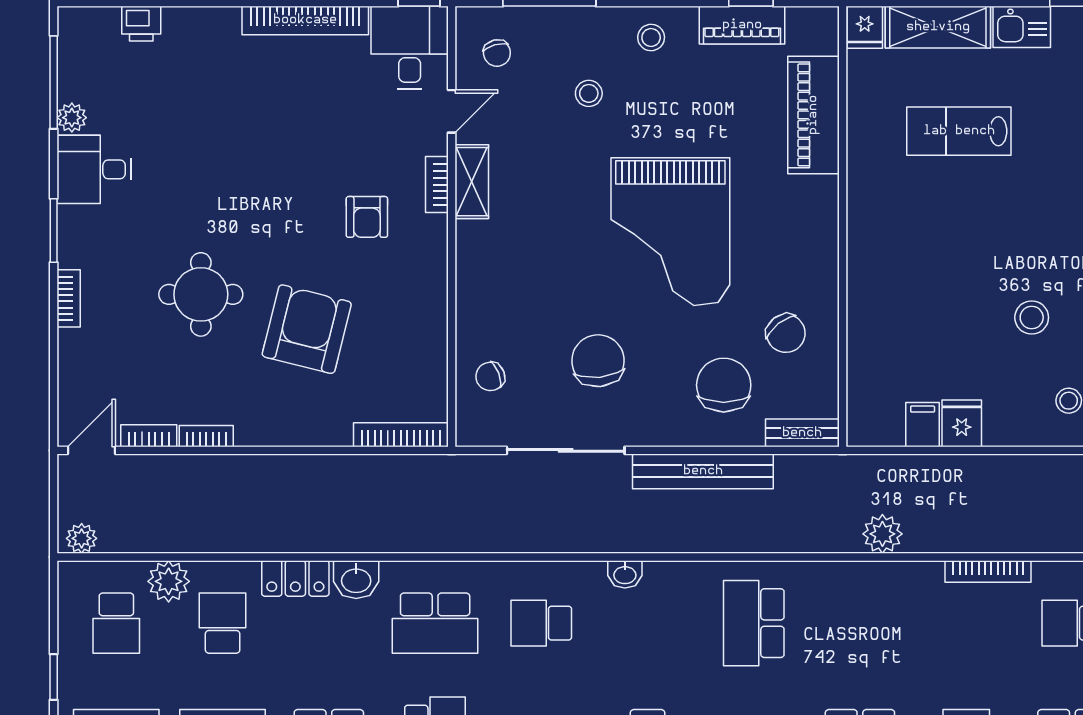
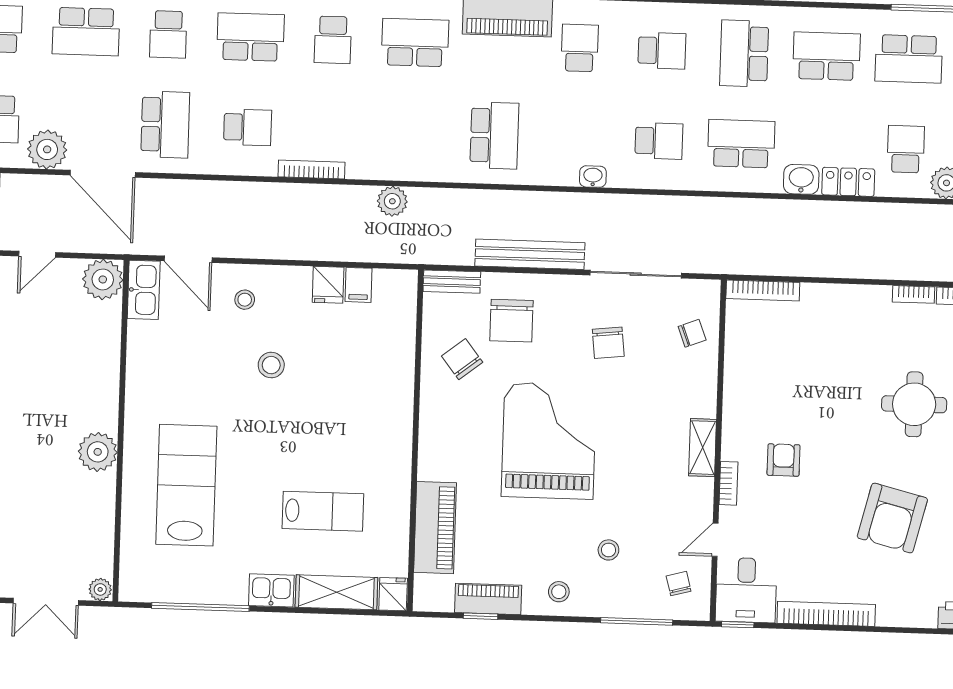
shelving: (472, 182) -> (703, 448), moved
armchair: (307, 329) -> (892, 518), moved
chair: (598, 361) -> (608, 343), width x0.73, depth x0.73
school desk: (223, 623) -> (906, 149), turned 180

